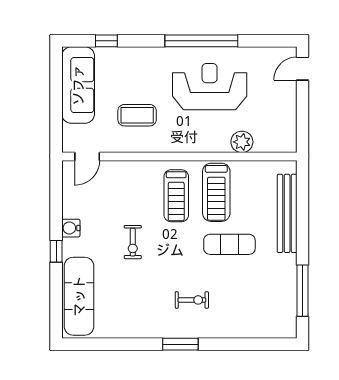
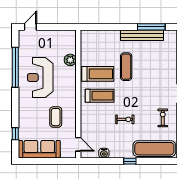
window: (201, 41) -> (15, 67), moved
door: (302, 69) -> (30, 27), swing flipped
bench: (287, 213) -> (142, 35), moved
water cooler: (71, 228) -> (104, 153), moved
exercise bike: (192, 300) -> (163, 118), moved

